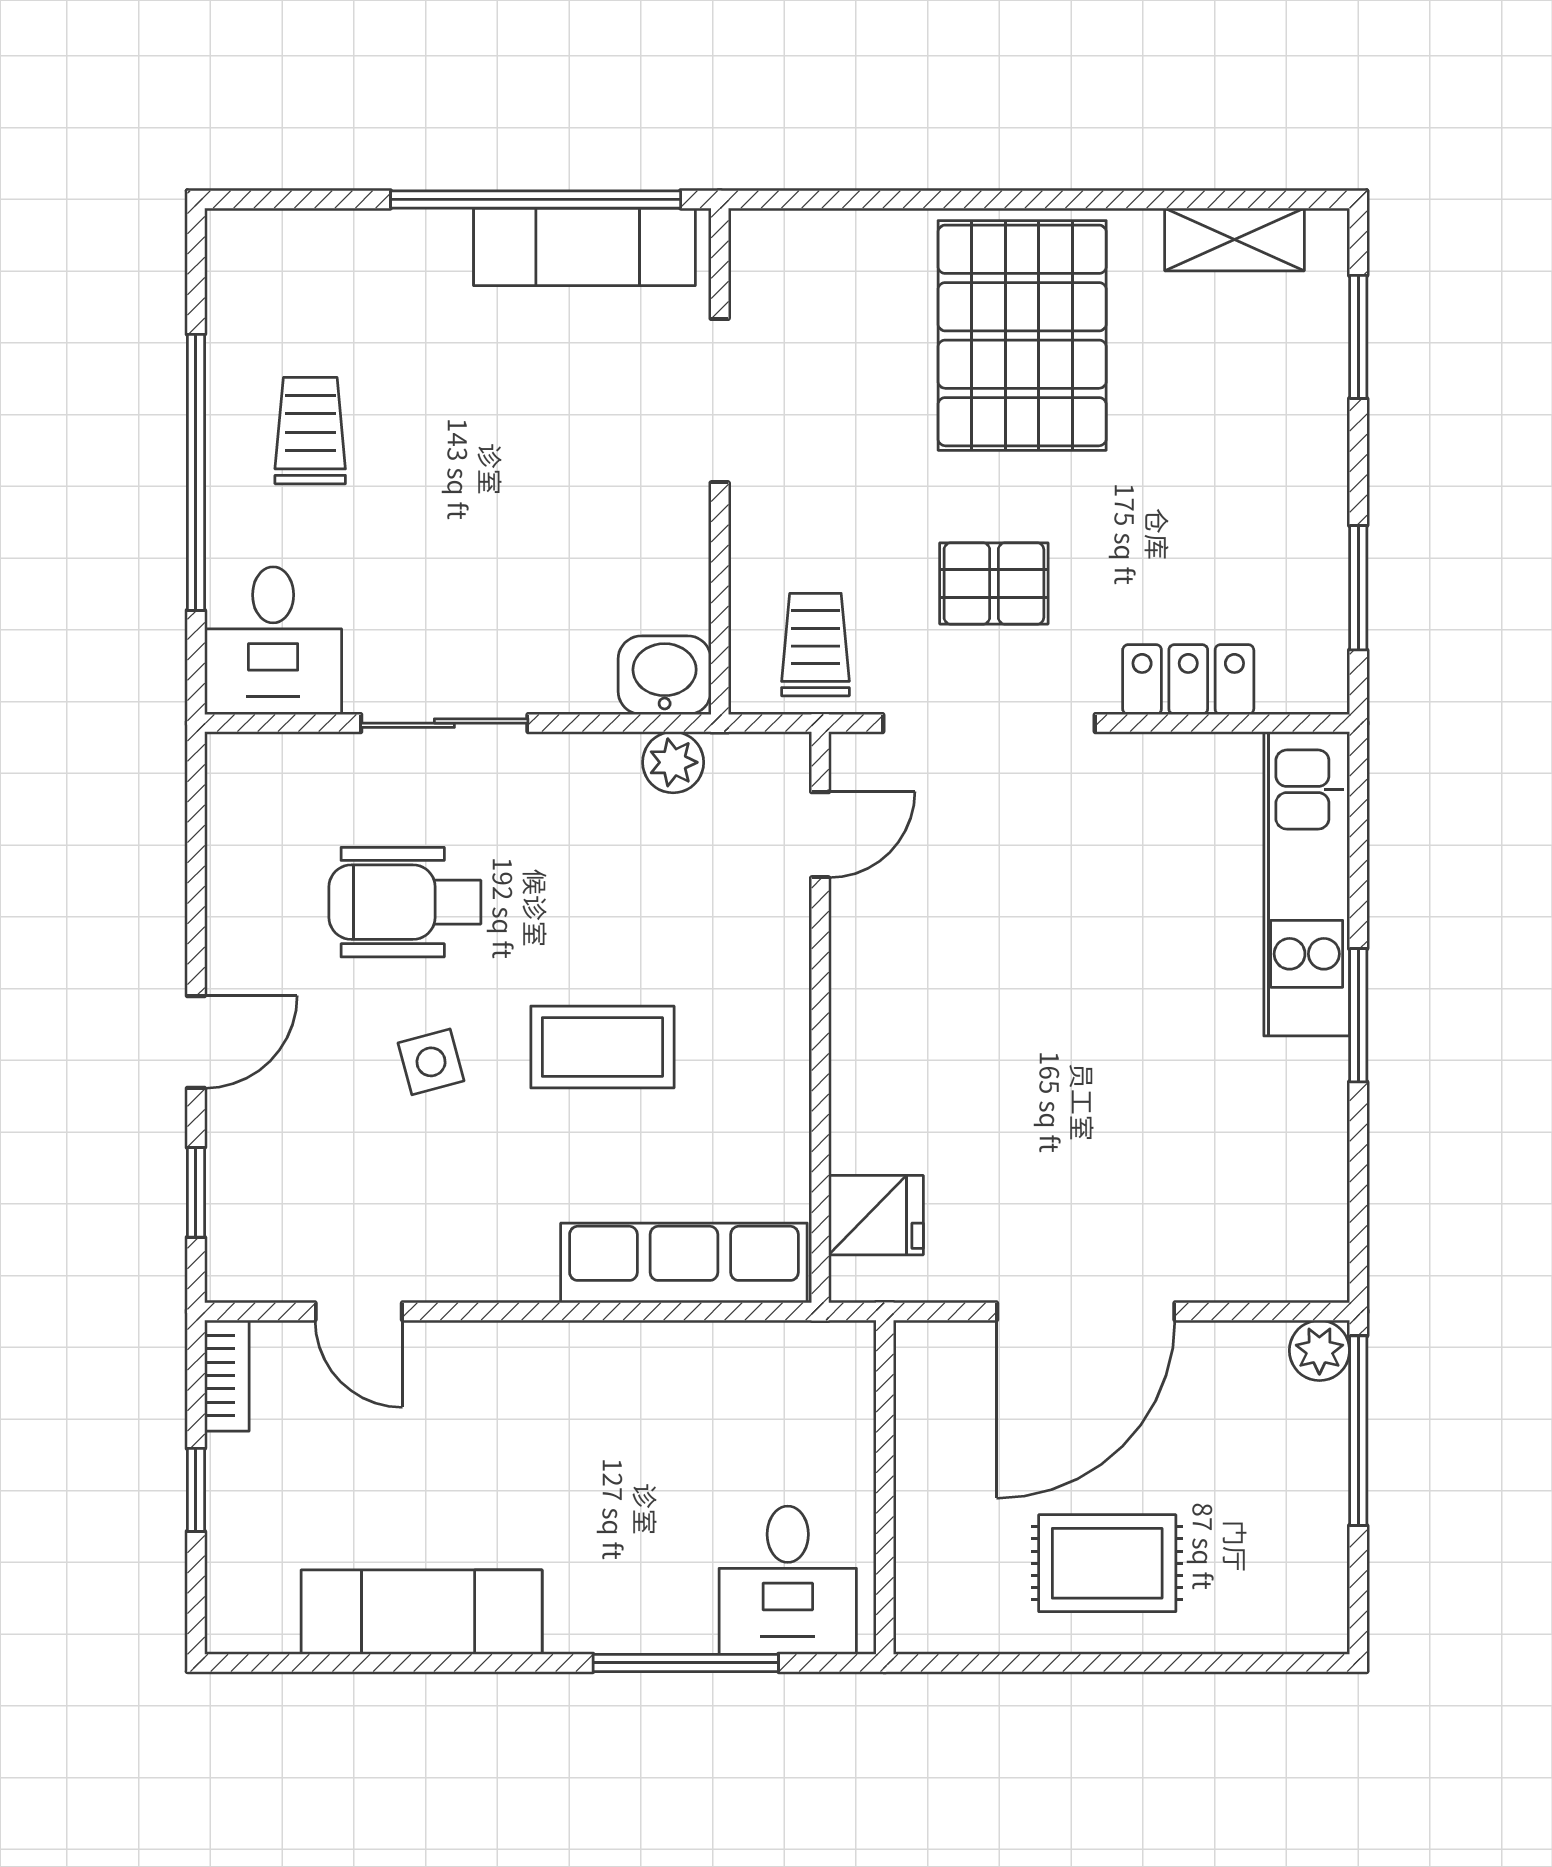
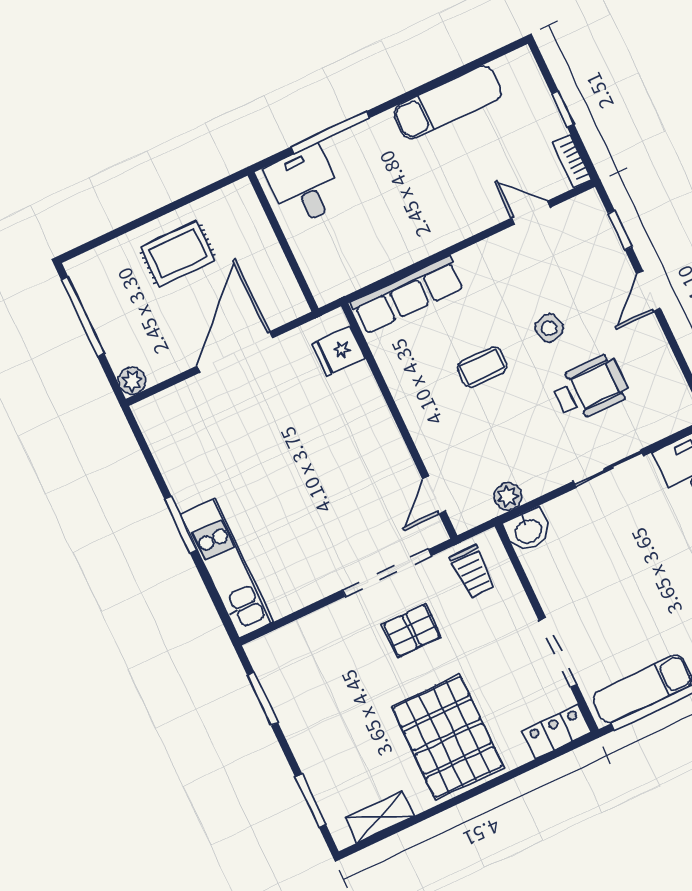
locker: (1188, 680) -> (557, 732), moved, turned 180
coffee table: (602, 1047) -> (482, 367), width x0.73, depth x0.77
window: (1358, 1431) -> (83, 317), moved

